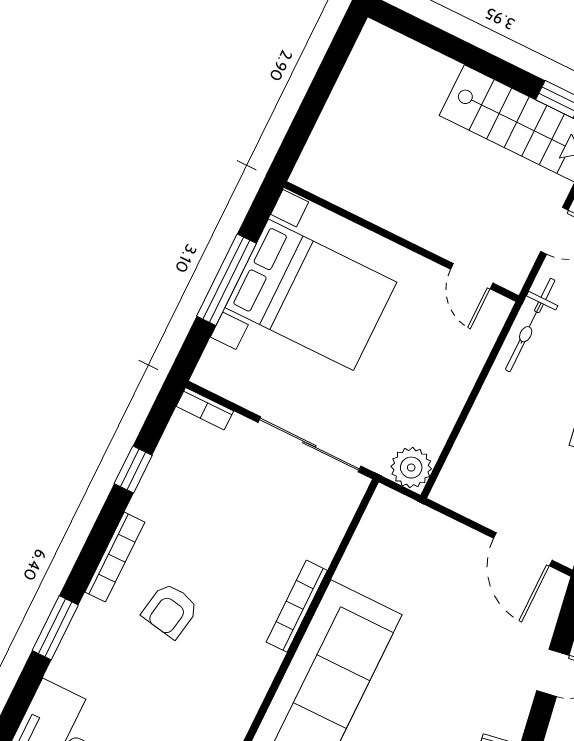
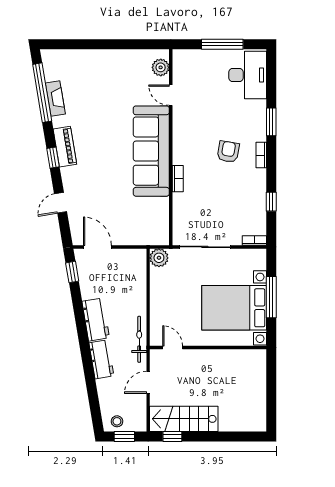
bookcase: (115, 557) -> (261, 155), width x0.64
bookcase: (297, 606) -> (178, 179), width x0.64

